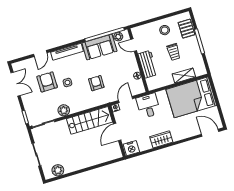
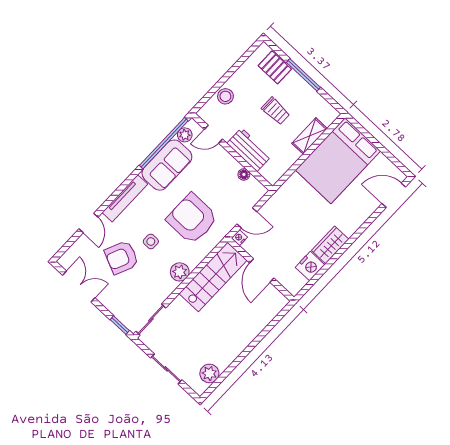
stool: (165, 30) -> (225, 96), moved
armchair: (47, 82) -> (122, 257), turned -66
armchair: (96, 83) -> (192, 219), width x1.88, depth x1.88
door: (126, 100) -> (247, 218), swing flipped
desk: (148, 106) -> (284, 208), removed
plant: (64, 110) -> (180, 272), moved
nightstand: (131, 148) -> (310, 266), moved

